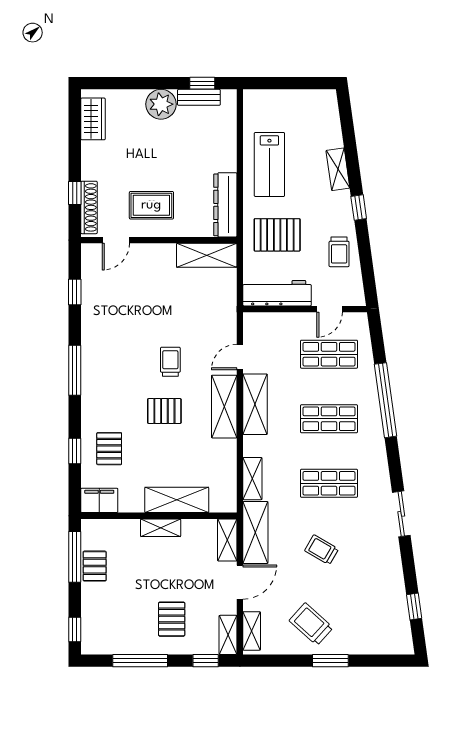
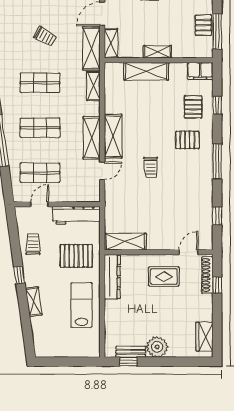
pallet: (164, 411) -> (187, 140), moved

